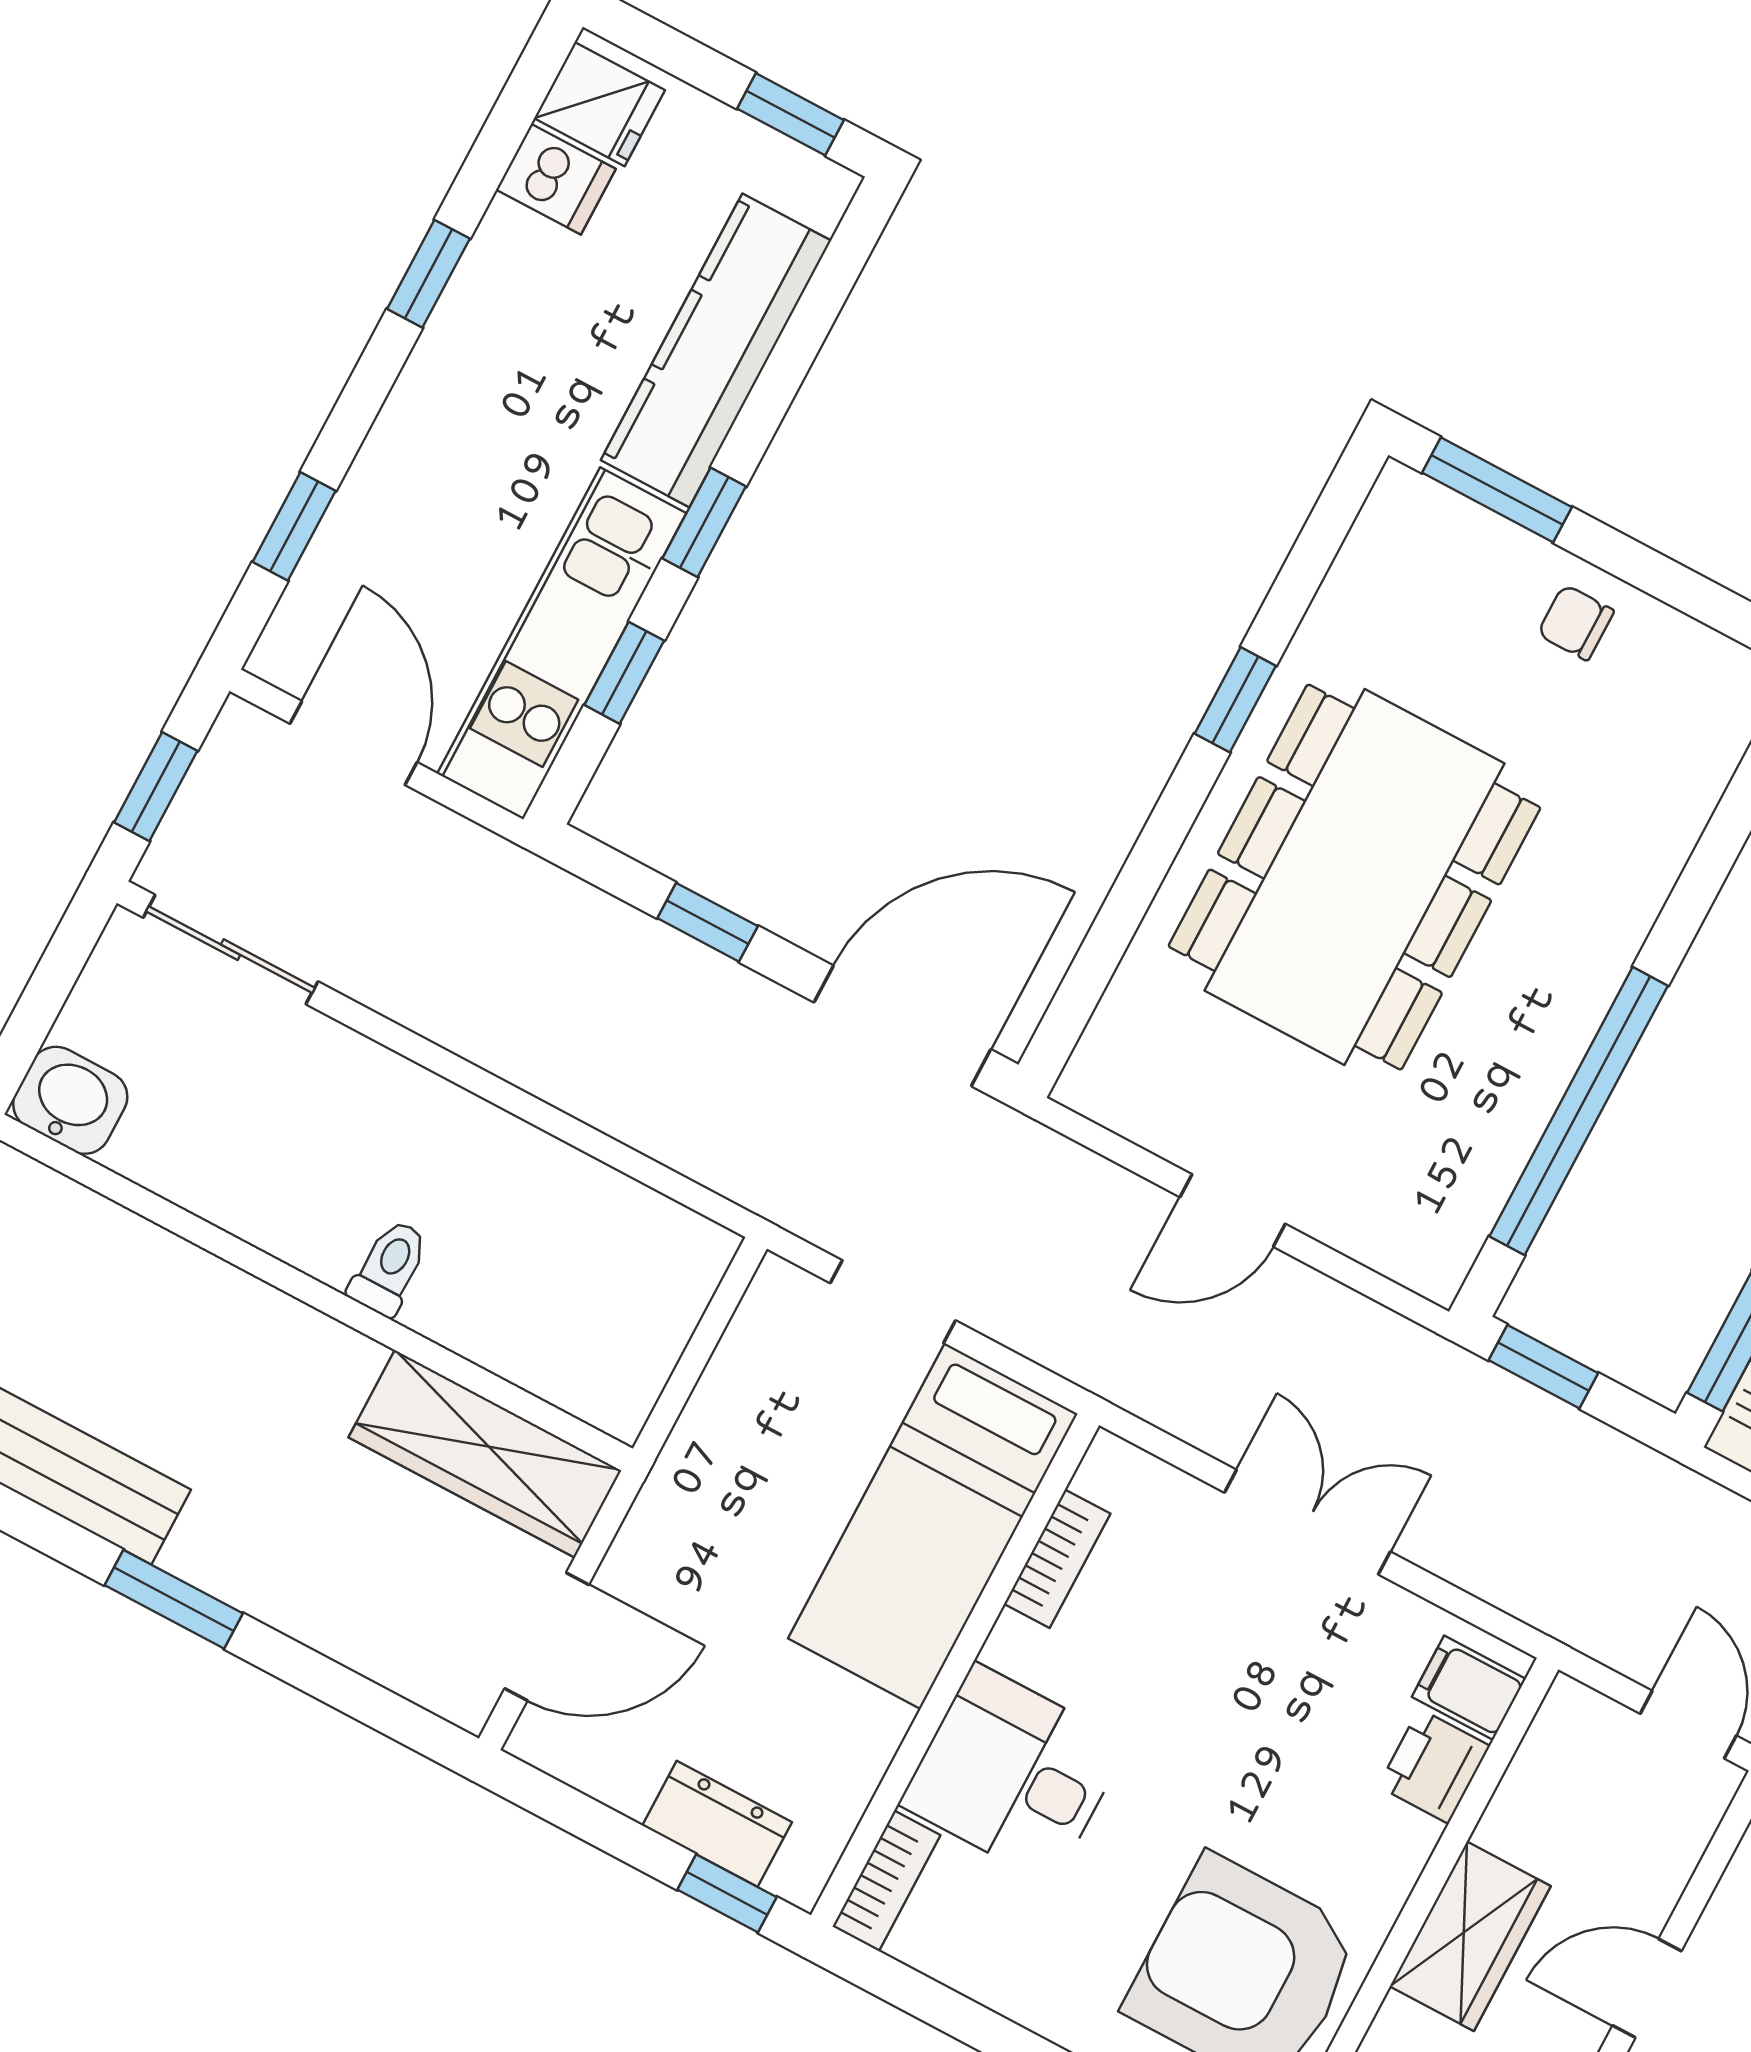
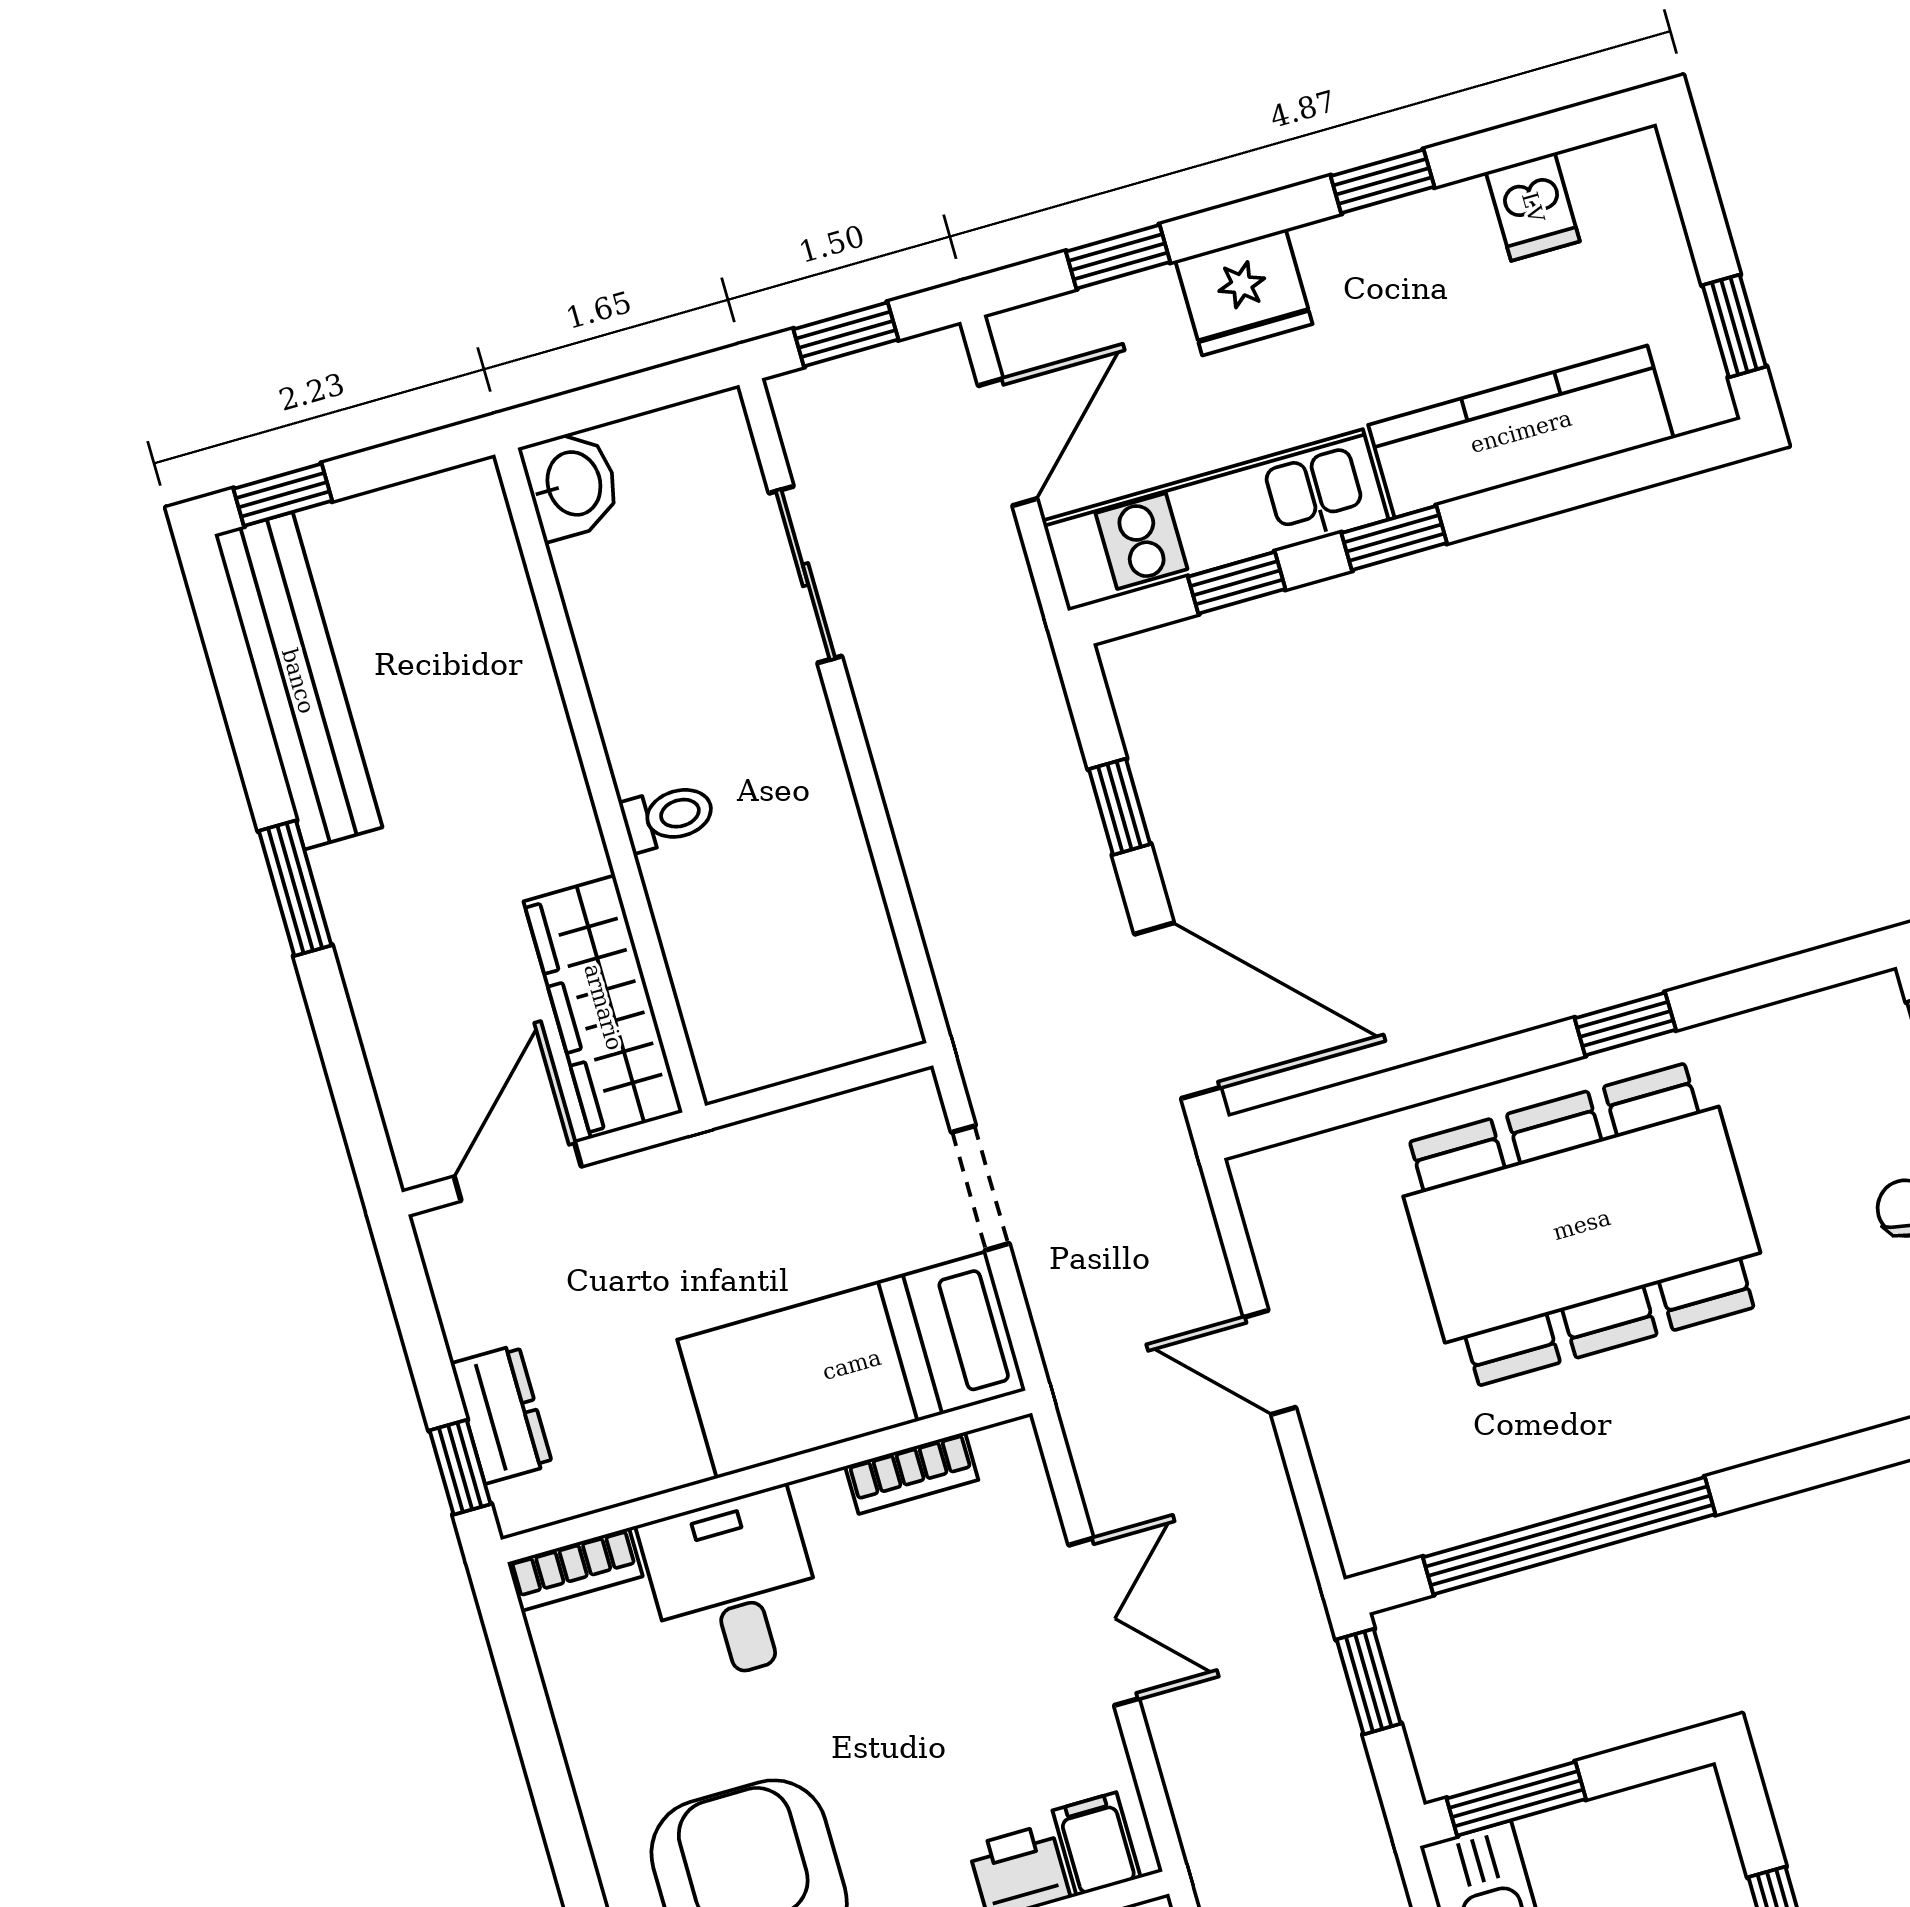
fridge: (600, 104) -> (1244, 292), moved, width x1.38
sliding door: (231, 950) -> (805, 575), moved
door: (547, 1637) -> (518, 1171), swing flipped

